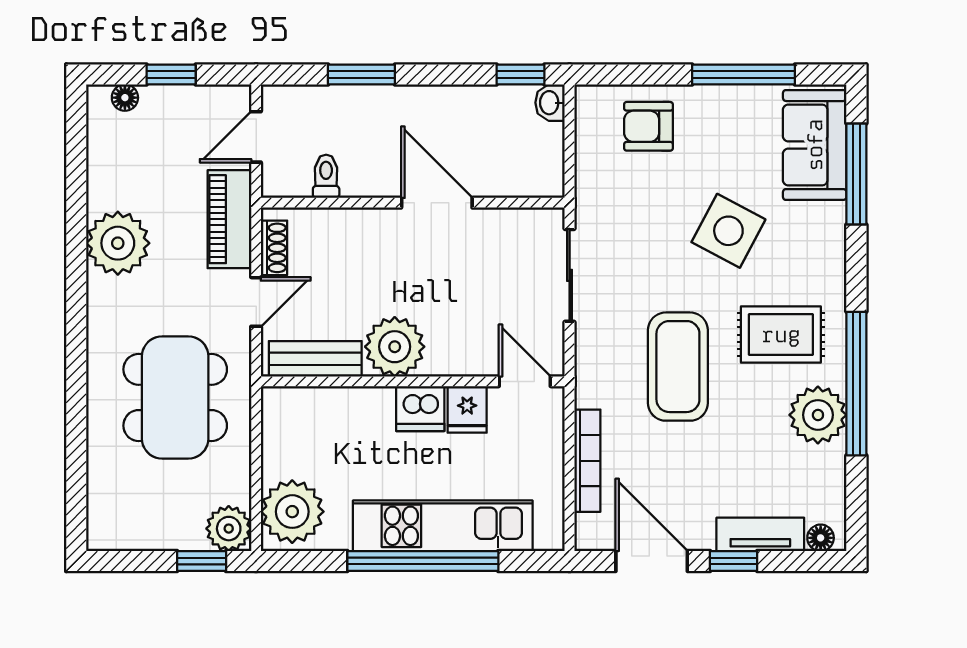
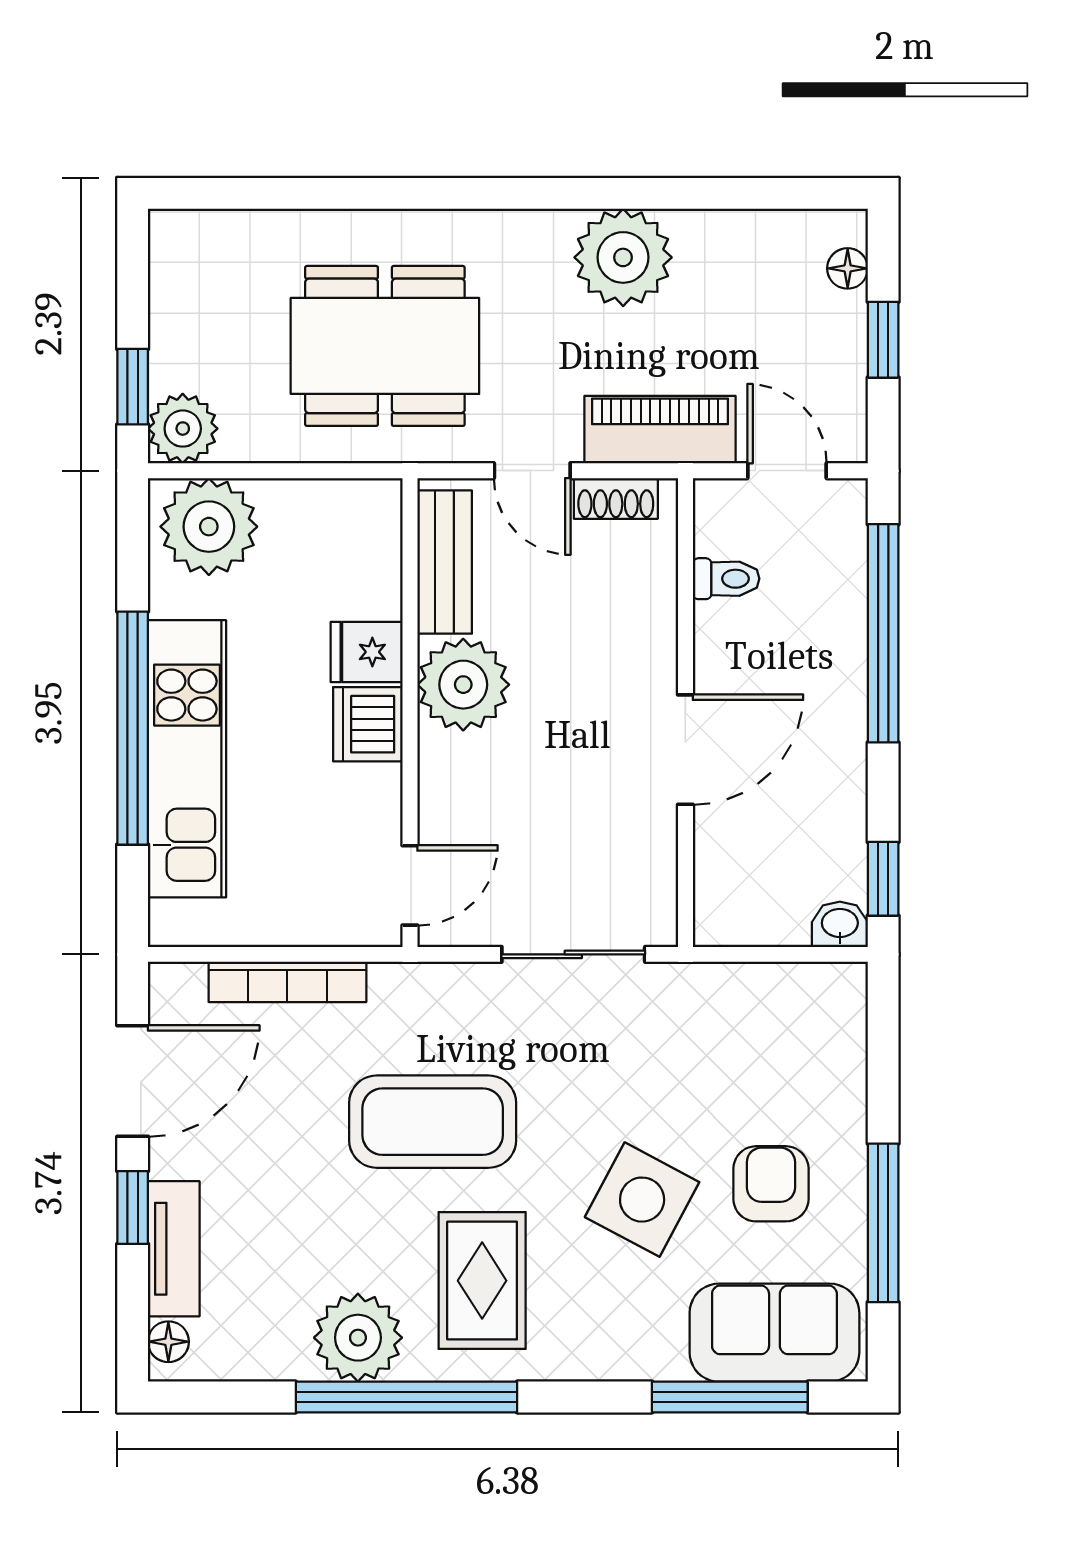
window: (361, 75) -> (883, 633), width x2.11
armchair: (648, 126) -> (771, 1184), moved
fridge: (467, 409) -> (367, 652), moved

